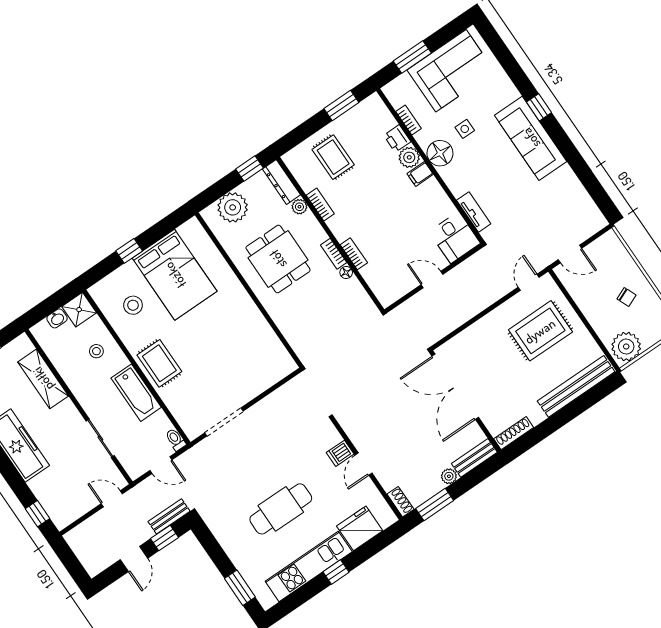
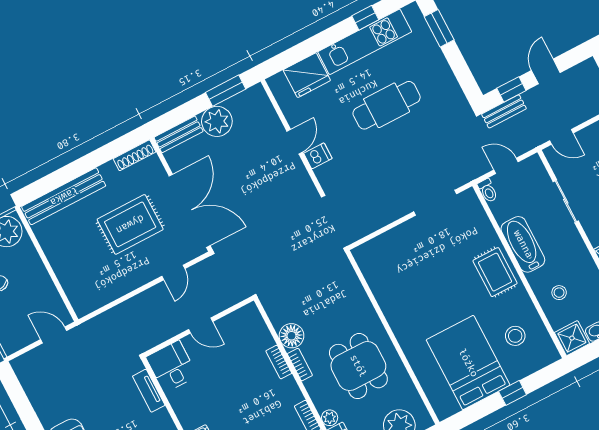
floor lamp: (346, 272) -> (292, 336), width x1.89, depth x1.89
door: (529, 282) -> (173, 272), moved
rug: (540, 331) -> (130, 224), moved
plant: (449, 476) -> (217, 121), width x1.88, depth x1.88
shoe rack: (400, 502) -> (261, 98), removed
window: (336, 572) -> (365, 18), moved

